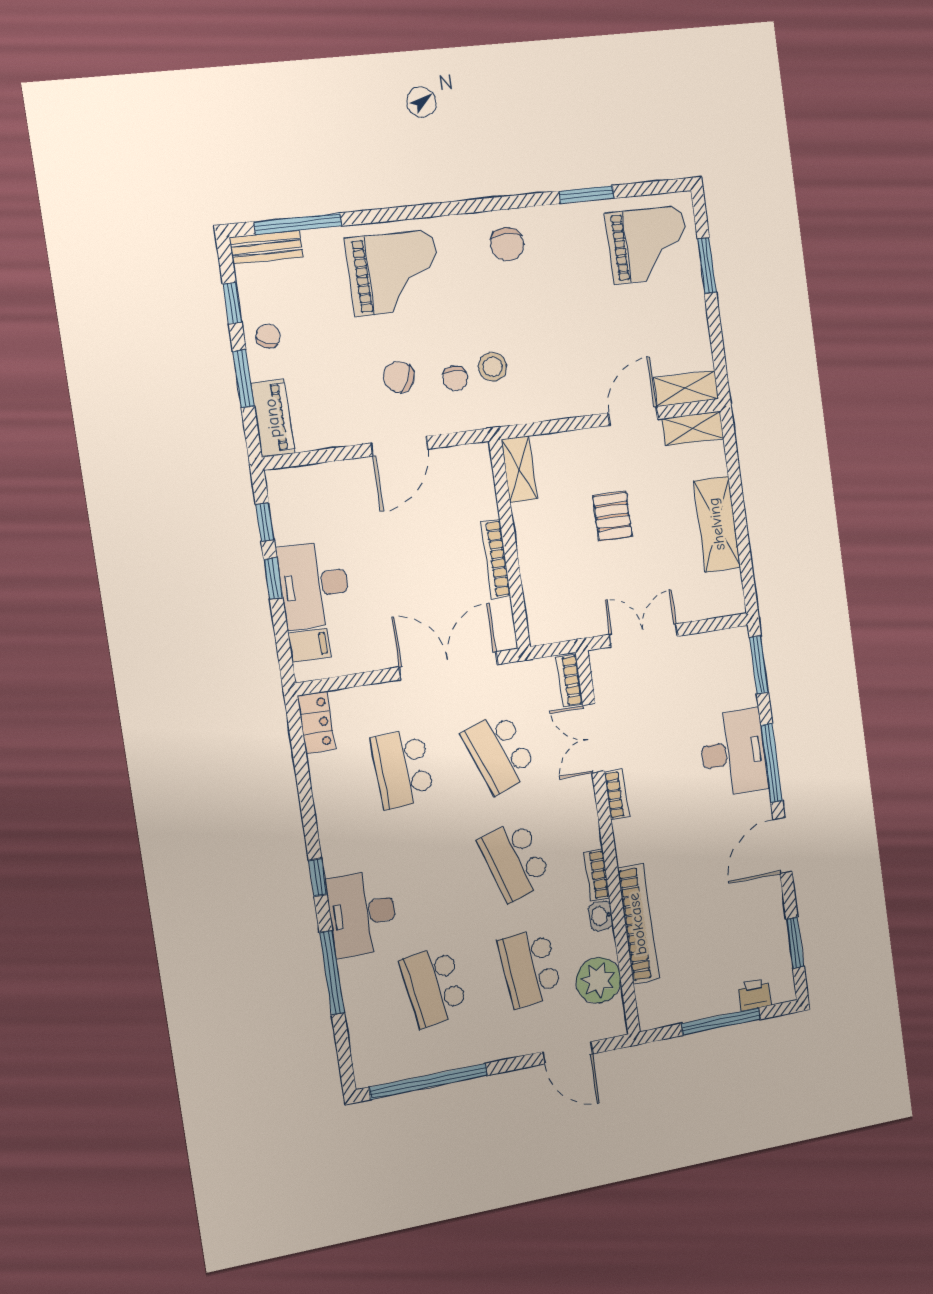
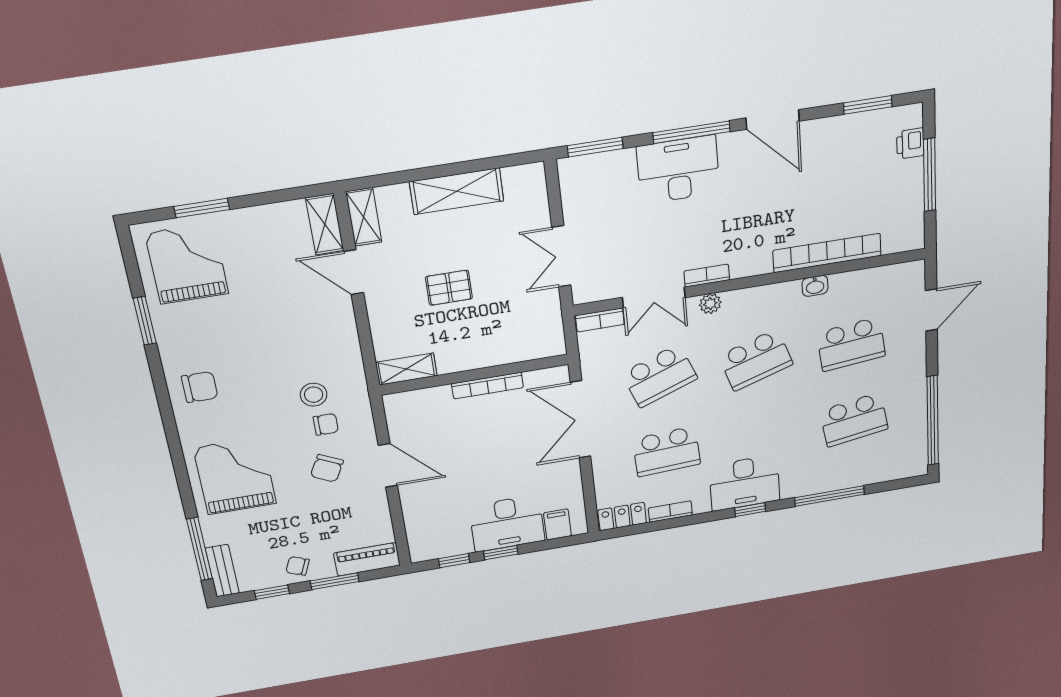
bookcase: (597, 875) -> (670, 512), moved, turned 180
desk: (362, 913) -> (744, 483), moved
plant: (598, 980) -> (710, 304), moved, width x0.53, depth x0.53

